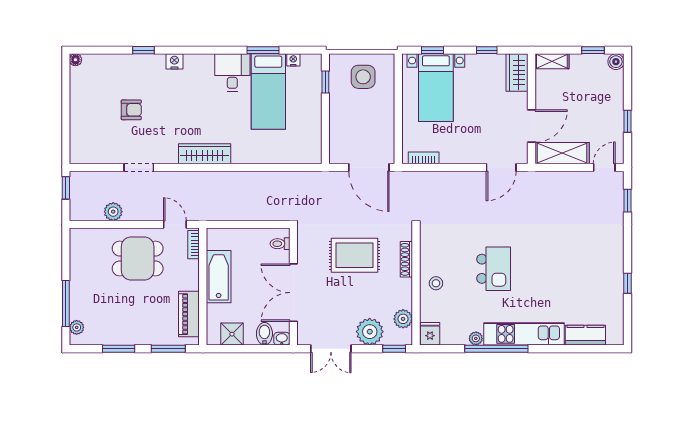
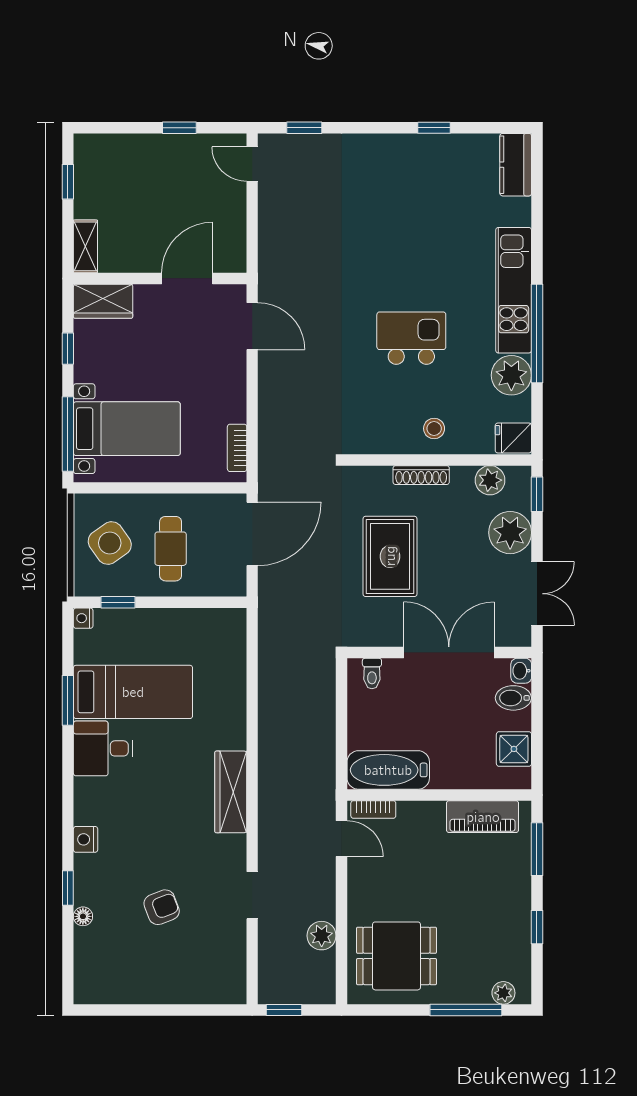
window: (432, 50) -> (68, 434), width x2.17
floor lamp: (75, 60) -> (83, 916), moved
nightstand: (293, 60) -> (83, 618), moved
boiler: (616, 62) -> (86, 146), removed
side table: (363, 77) -> (110, 543), turned -35
armchair: (131, 110) -> (162, 907), turned 69
cafe table: (359, 116) -> (171, 549), added
door: (531, 126) -> (187, 278), hinge flipped
shelving: (562, 153) -> (230, 230), removed
door: (175, 224) -> (341, 839), swing flipped
dining table: (138, 259) -> (396, 956), moved, turned 90
shoe rack: (406, 259) -> (421, 475), moved
bathtub: (219, 277) -> (388, 770), moved
double door: (293, 293) -> (449, 653), swing flipped
kitchen counter: (585, 335) -> (516, 165), moved
plant: (476, 338) -> (511, 375), width x1.88, depth x1.88
window: (119, 349) -> (537, 927), width x0.67

